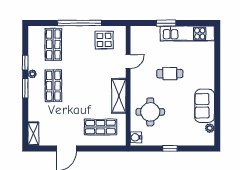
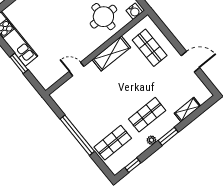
display table: (104, 40) -> (75, 103), removed
window: (25, 63) -> (133, 165), moved
cafe table: (170, 74) -> (58, 26), removed
shelving: (33, 134) -> (187, 110), moved

